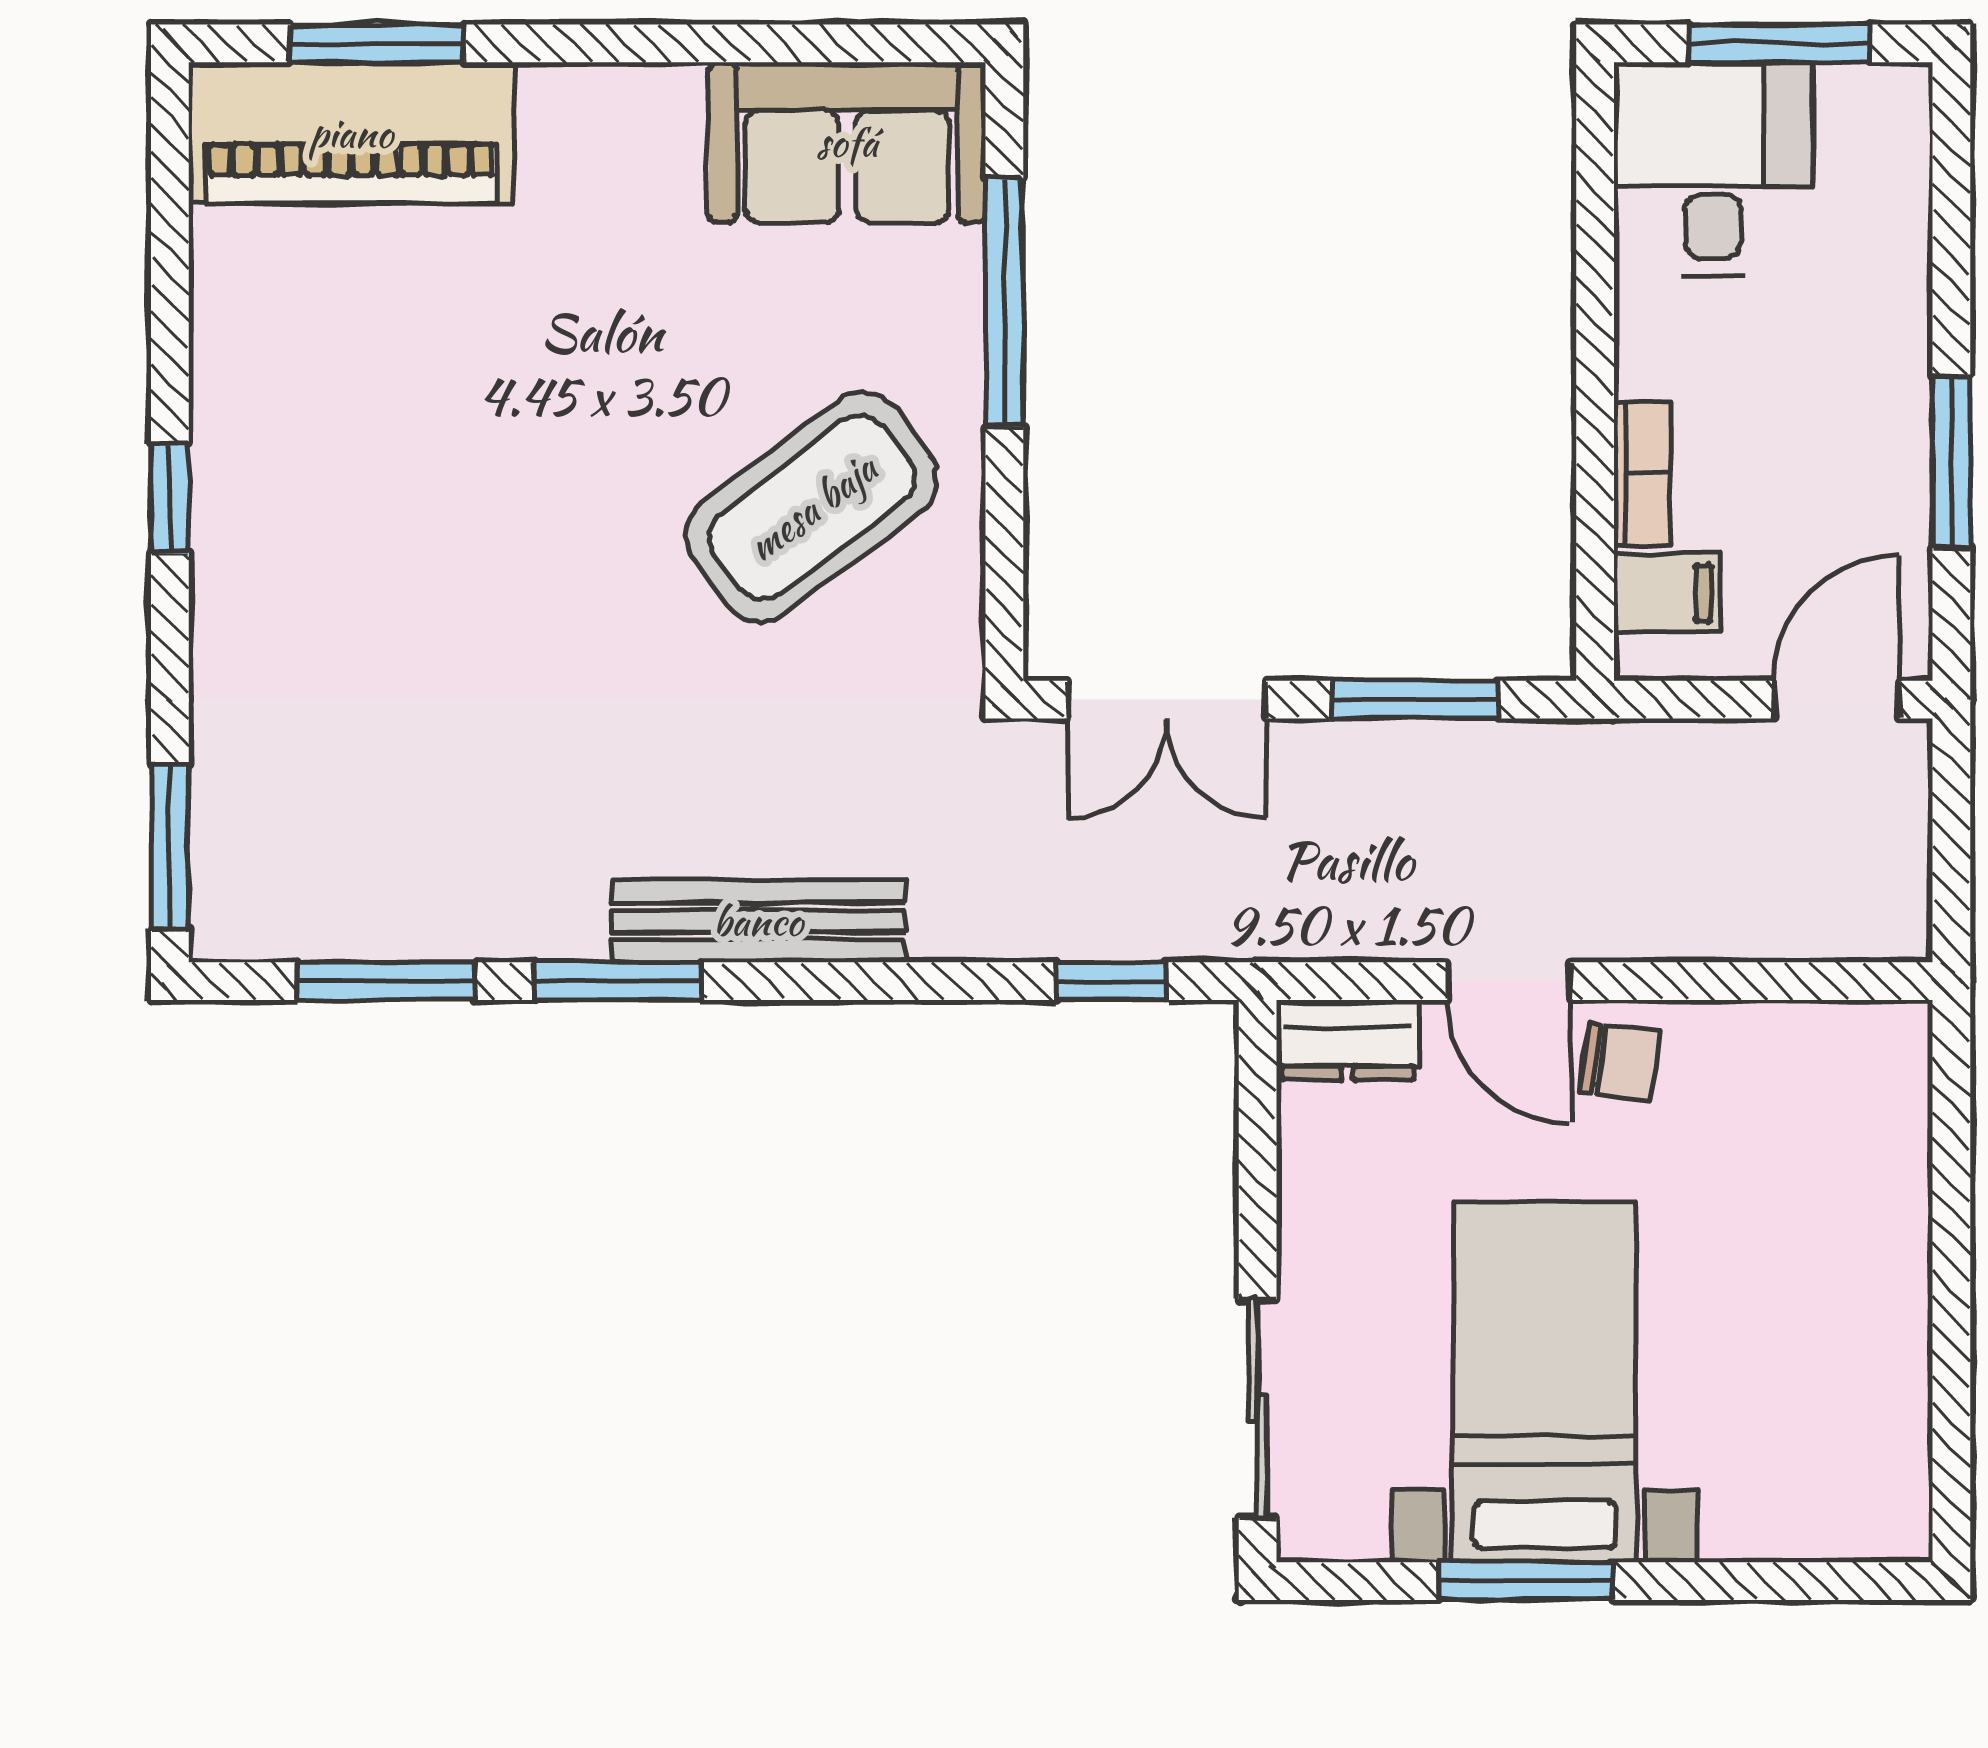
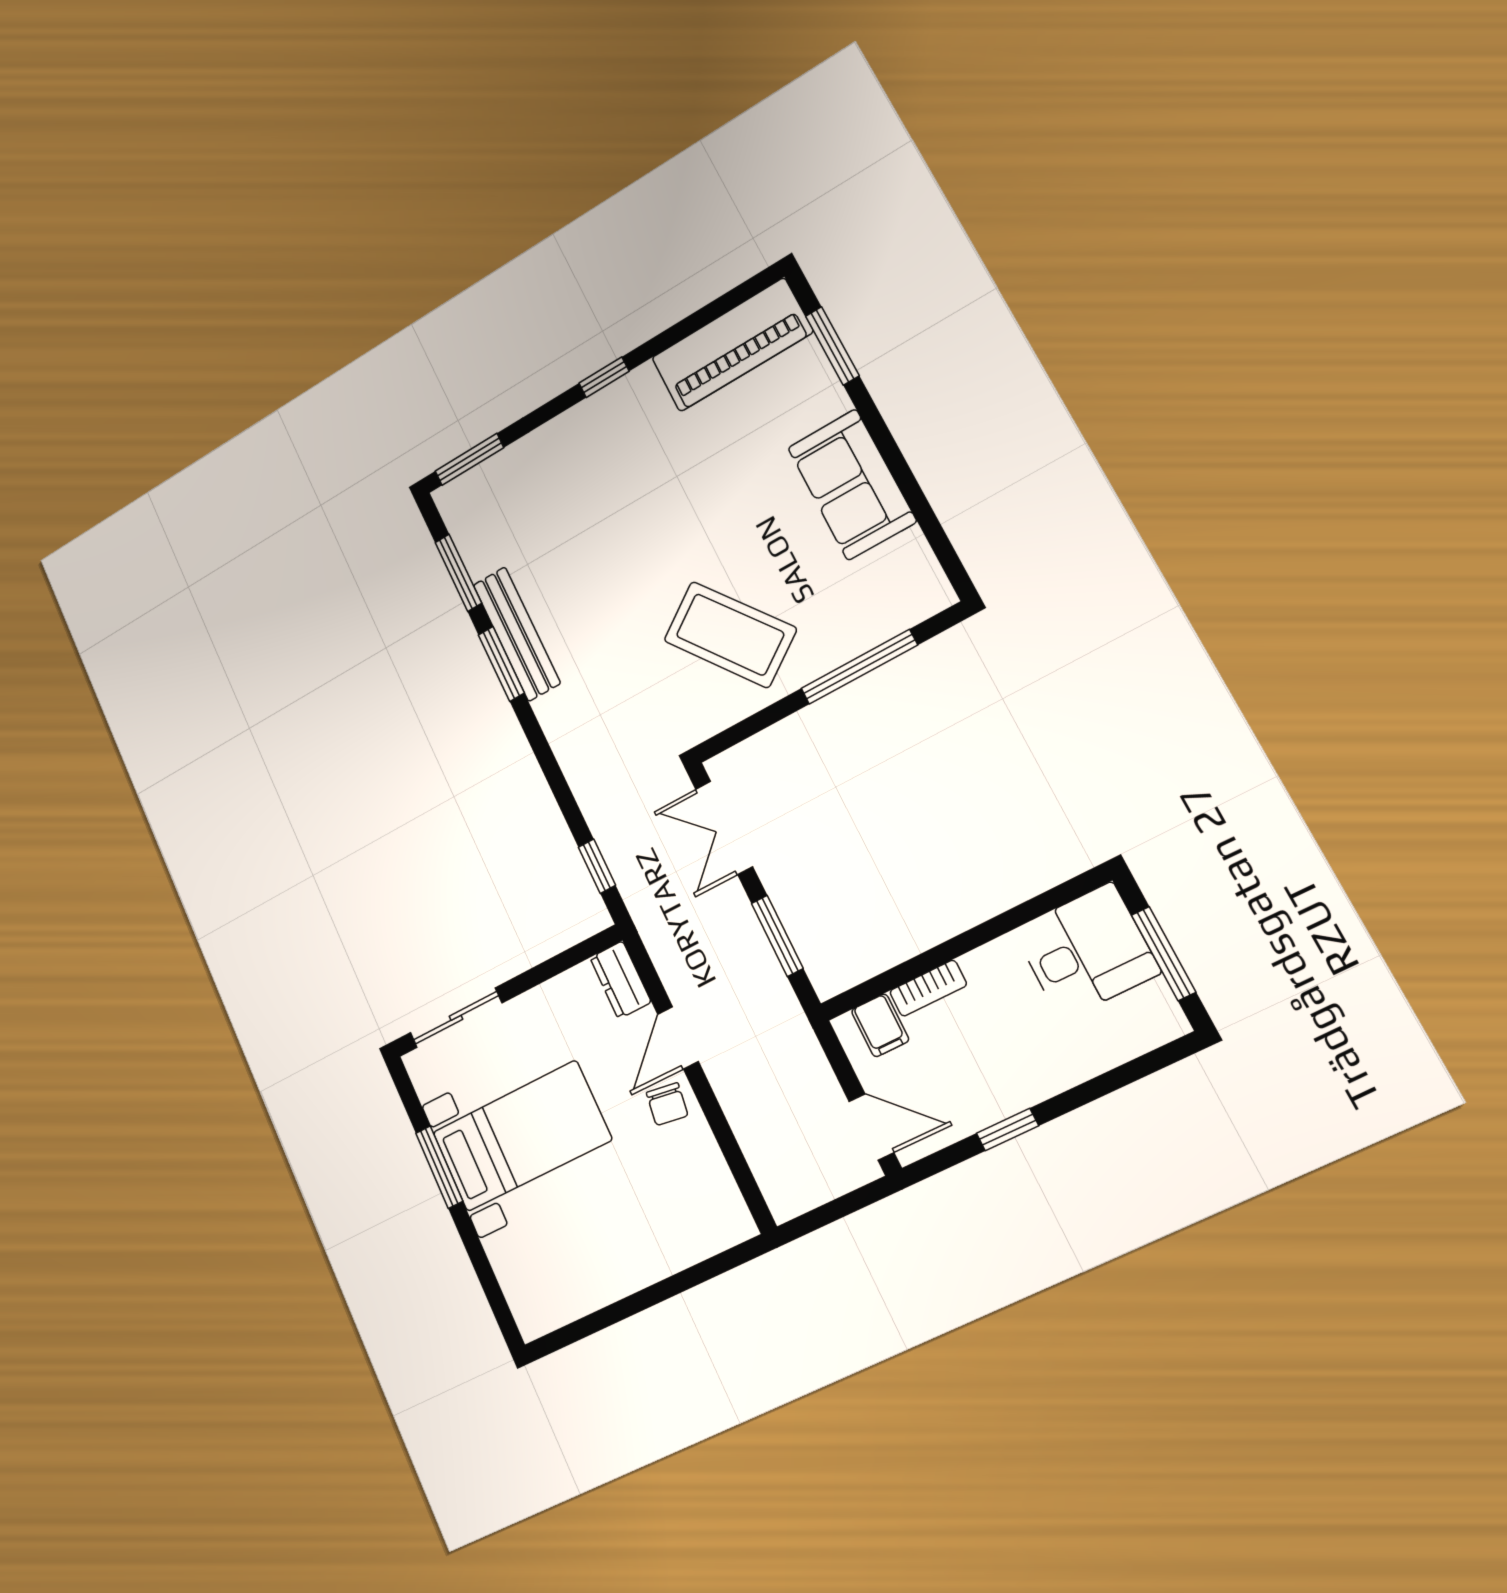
piano: (351, 133) -> (732, 345), moved, turned -90
sofa: (847, 142) -> (852, 484), moved
window: (1951, 462) -> (1007, 1130), width x0.67
bench: (758, 921) -> (517, 634), moved

